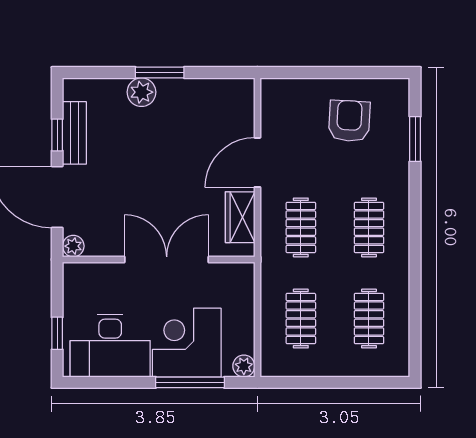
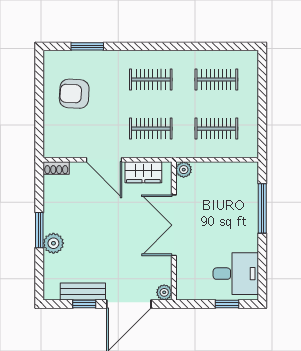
shoe rack: (246, 96) -> (56, 168), added
corner desk: (187, 343) -> (234, 211), removed
desk: (110, 346) -> (236, 274), width x0.73
plant: (244, 366) -> (184, 170), moved

